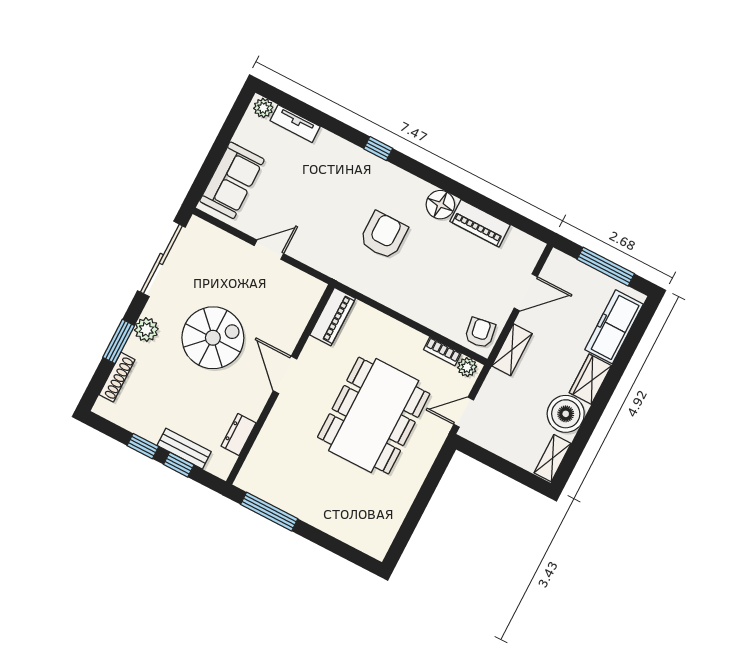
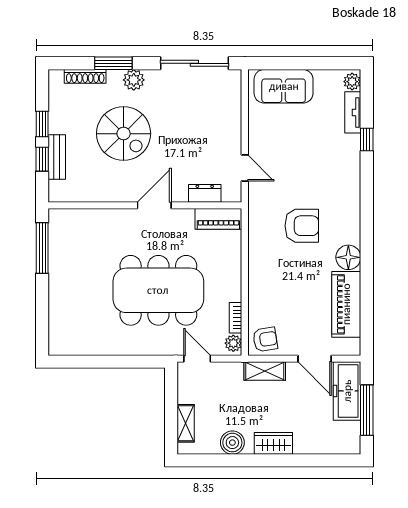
window: (378, 149) -> (367, 140), moved
piano: (480, 223) -> (346, 304), width x1.37, depth x1.33
door: (269, 250) -> (245, 168), moved
freezer: (614, 327) -> (347, 391), moved, turned -90
spiral stairs: (213, 338) -> (124, 134), moved
boiler: (566, 414) -> (232, 443), width x0.73, depth x0.73
dresser: (239, 434) -> (205, 193), moved
shelving: (553, 458) -> (186, 423), moved, turned 90

